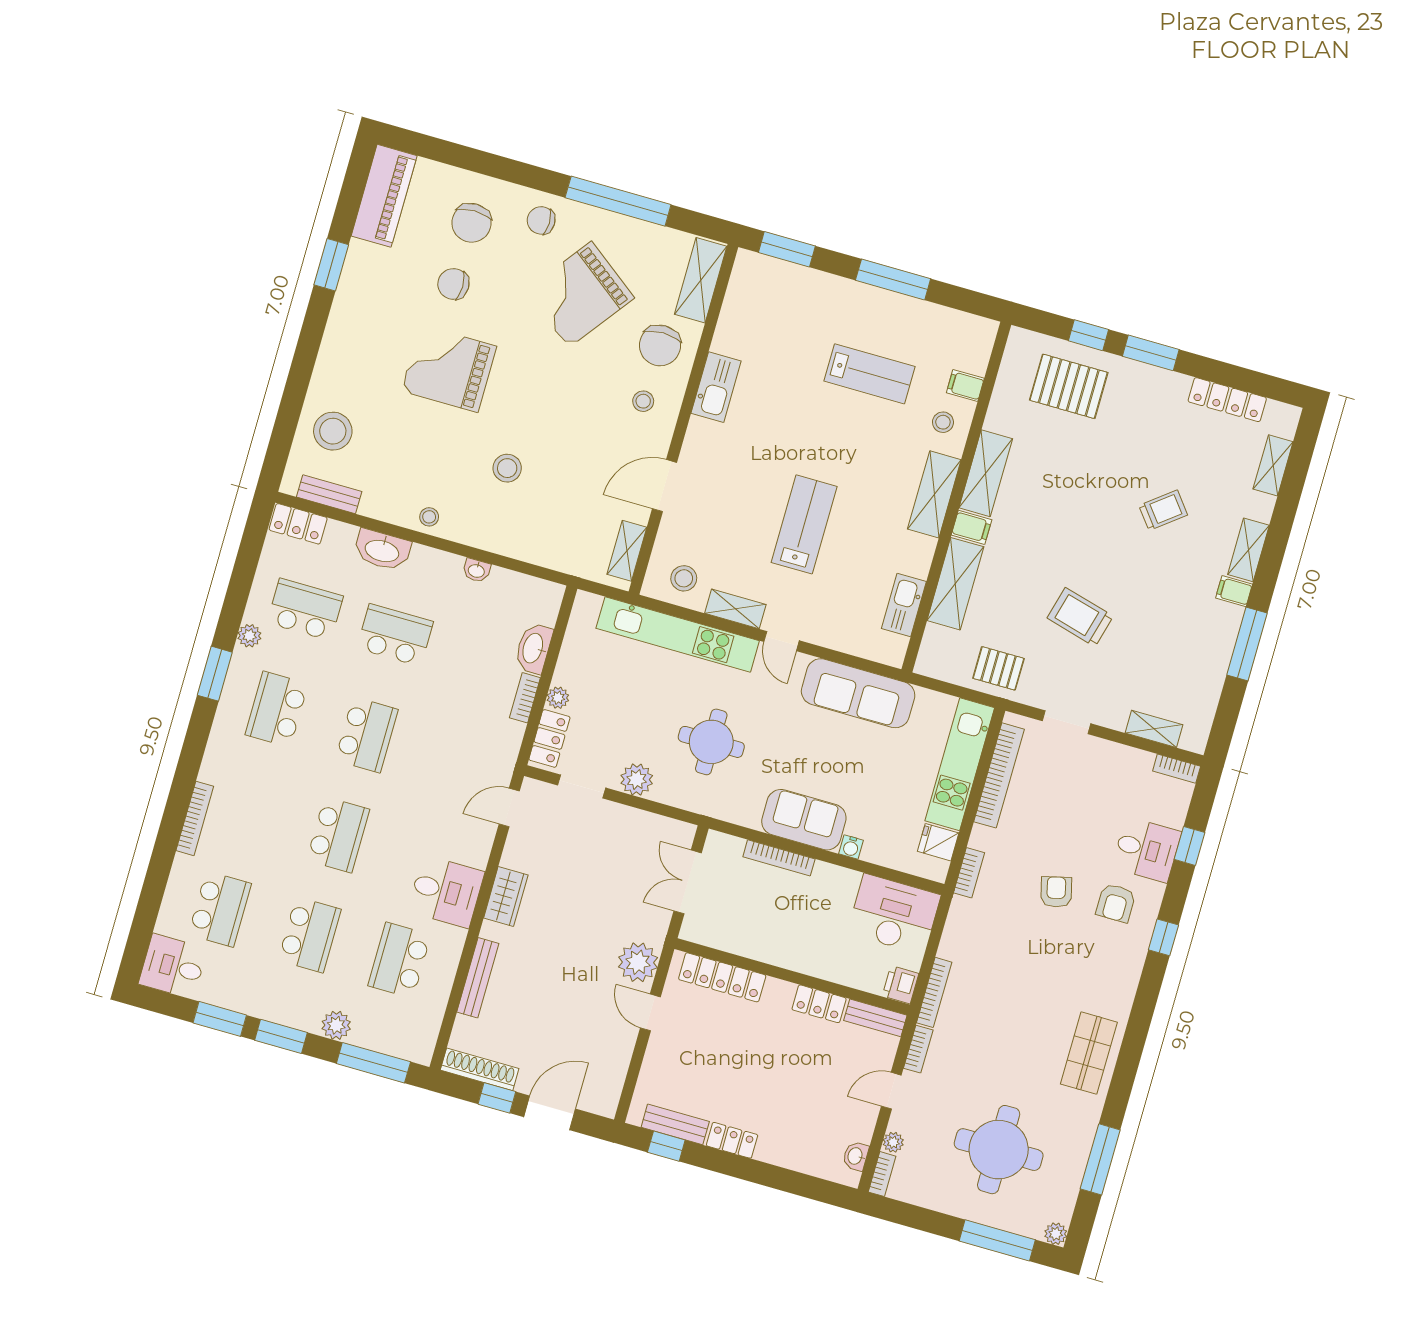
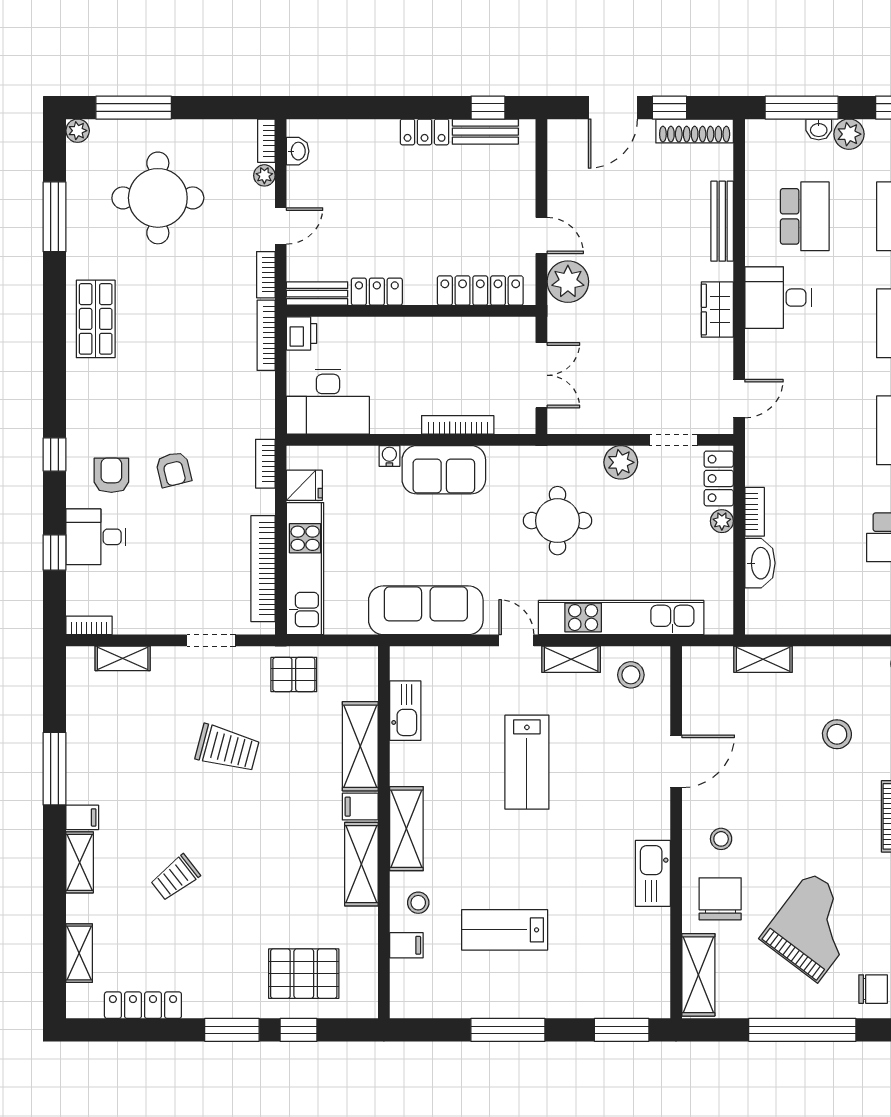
shelving: (627, 551) -> (763, 659), moved, turned 90
washbasin: (476, 570) -> (819, 129), moved, turned 180

